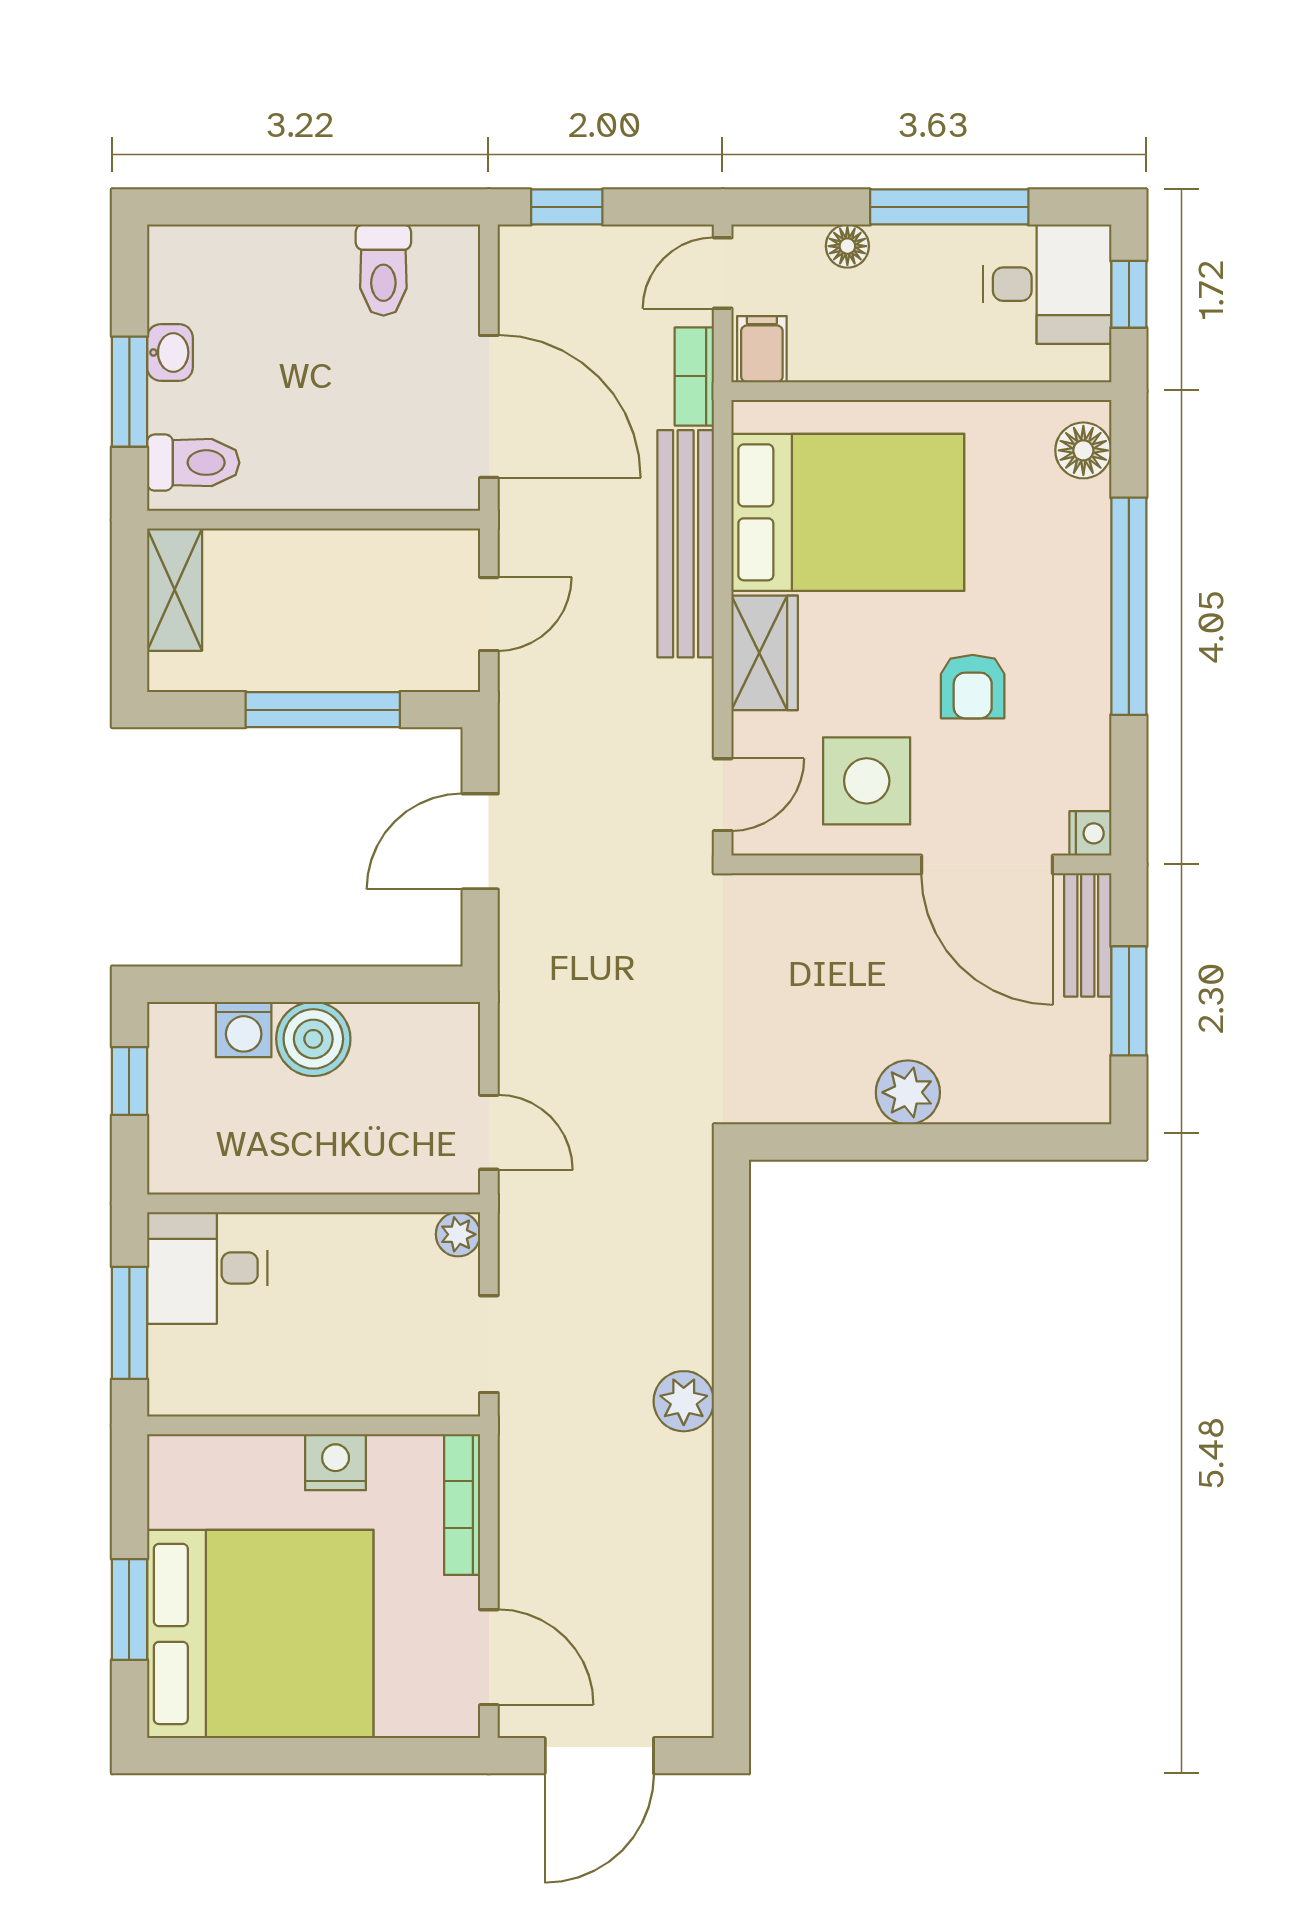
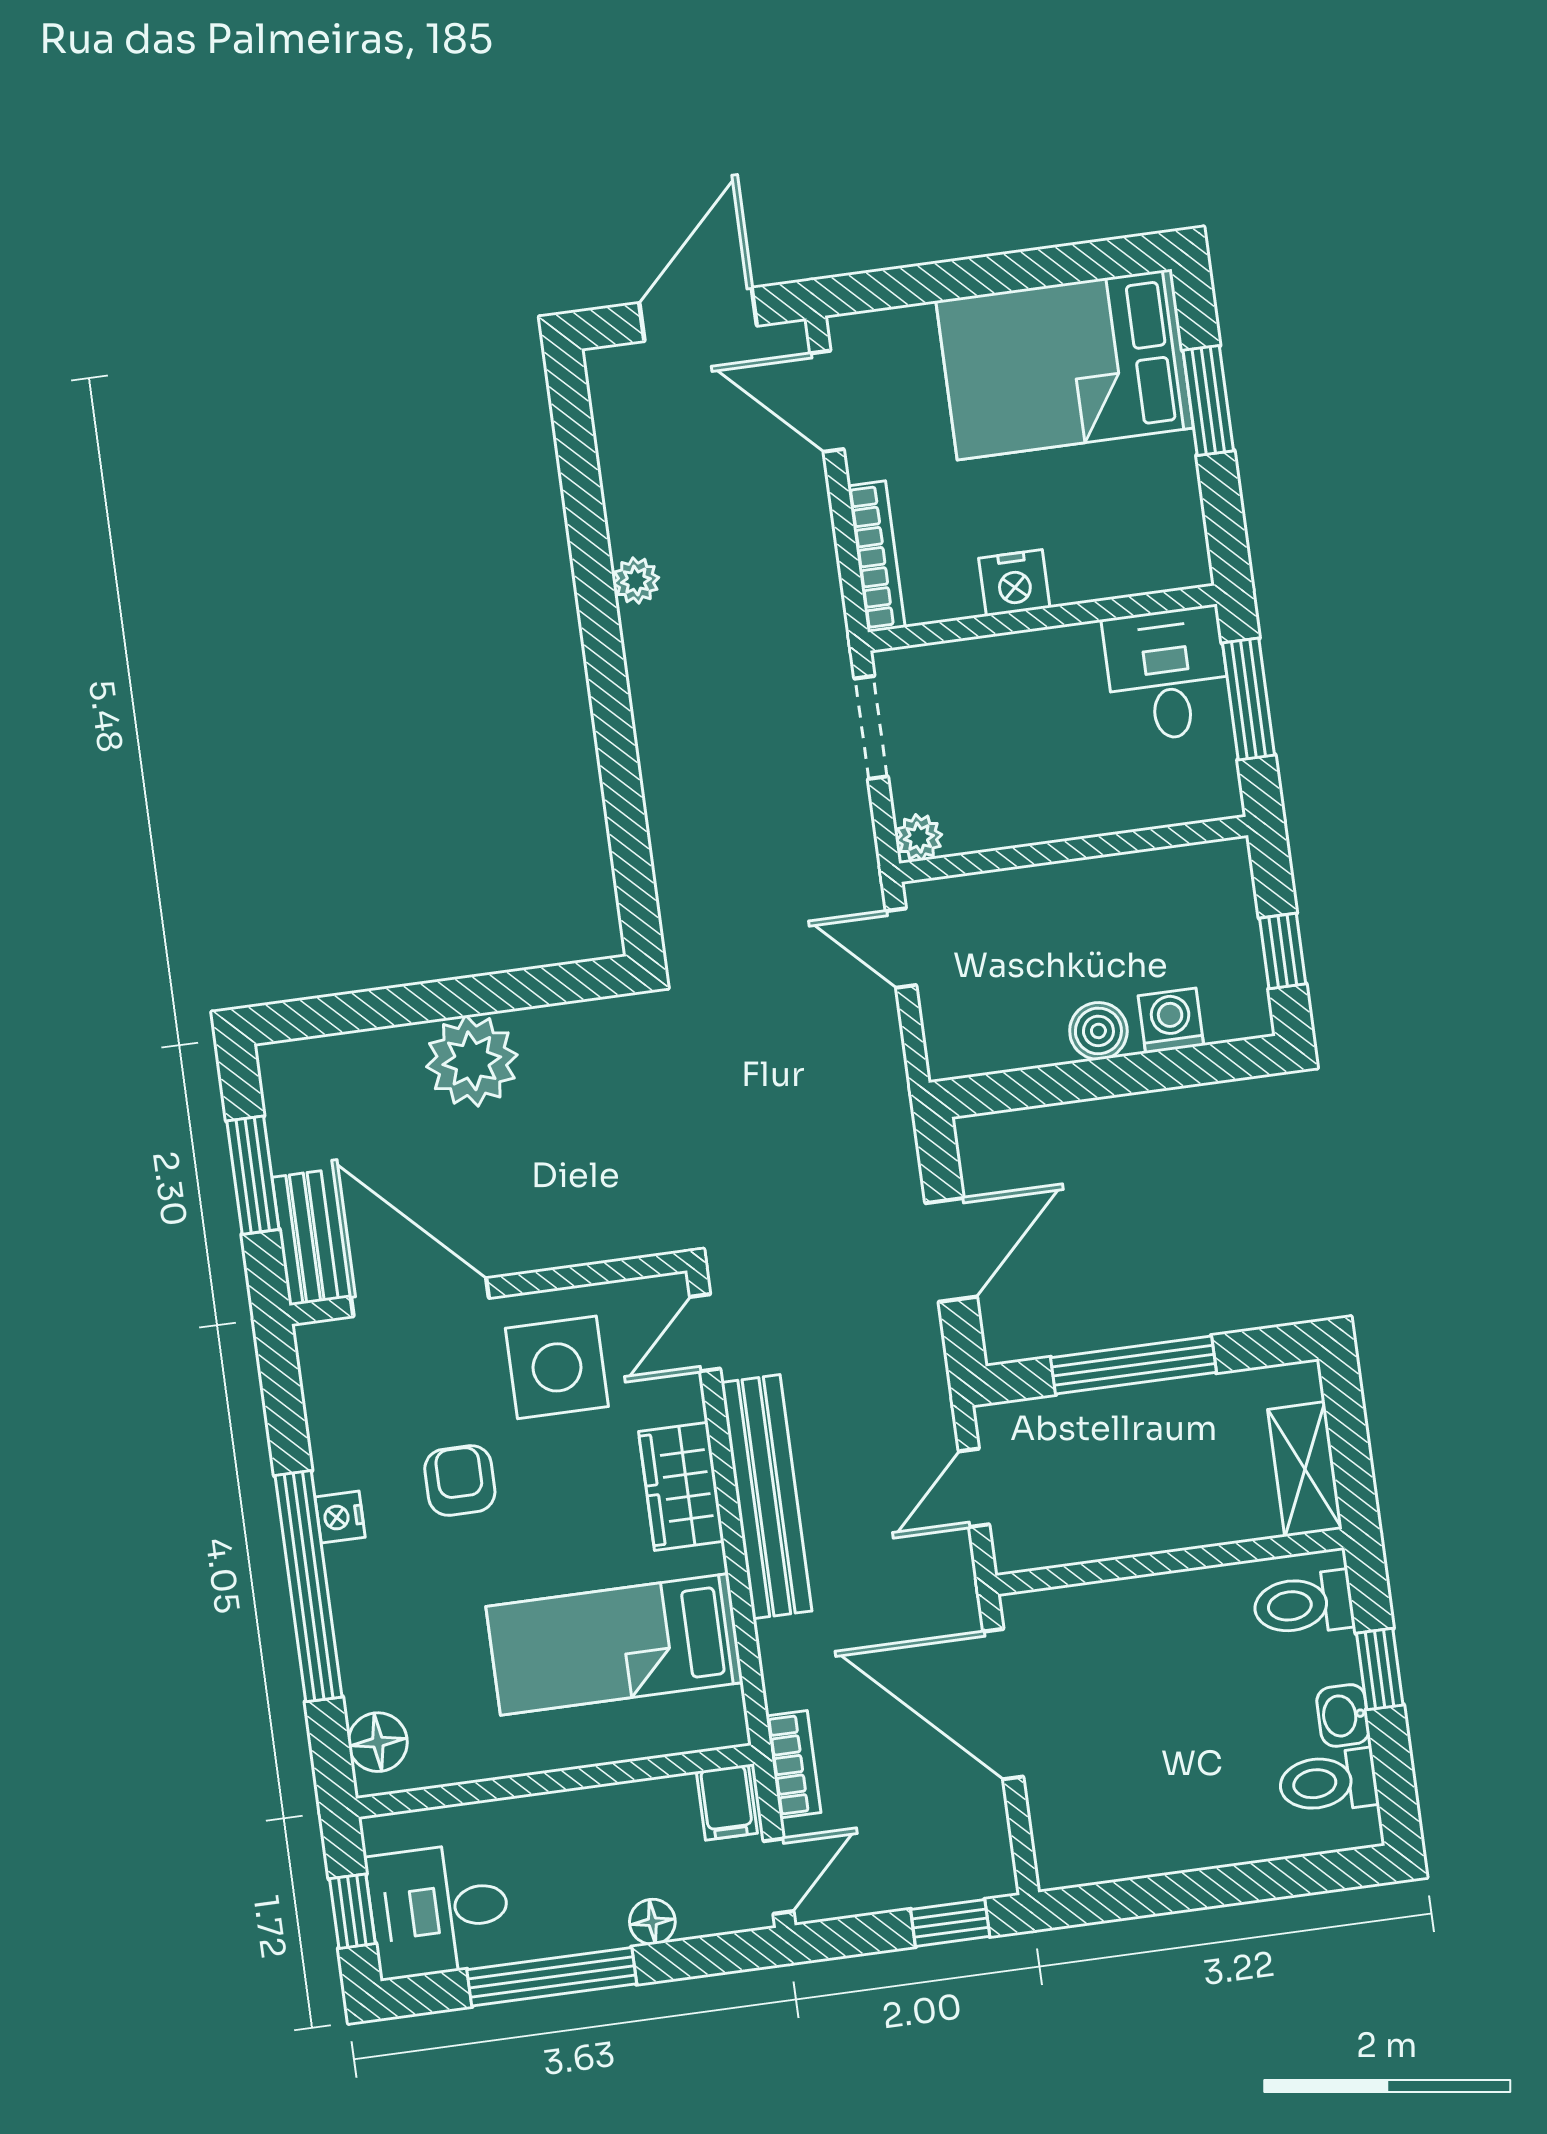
toilet: (383, 270) -> (1328, 1782), moved, turned -90
window: (129, 392) -> (1380, 1669), width x0.67
bed: (848, 512) -> (614, 1644), width x0.67
bench: (686, 544) -> (766, 1497), moved
nightstand: (1090, 833) -> (340, 1517), moved
boiler: (313, 1039) -> (1098, 1031), width x0.73, depth x0.73
plant: (908, 1092) -> (472, 1061), width x1.36, depth x1.36
desk: (207, 1268) -> (1167, 674), moved, turned -90
plant: (684, 1401) -> (636, 581), moved, width x0.73, depth x0.73
bed: (260, 1634) -> (1065, 364), width x0.73

